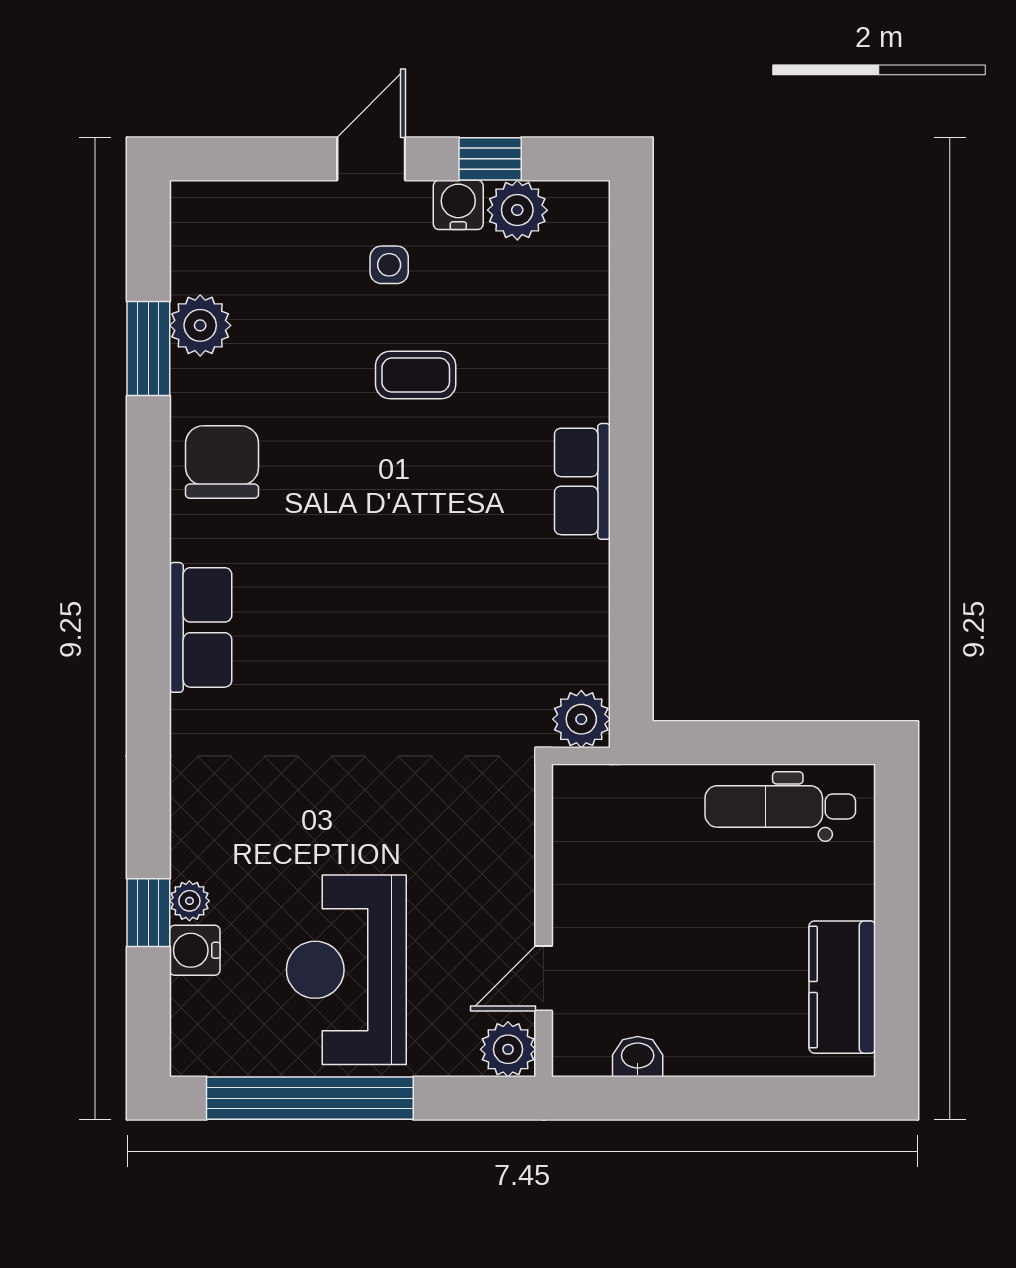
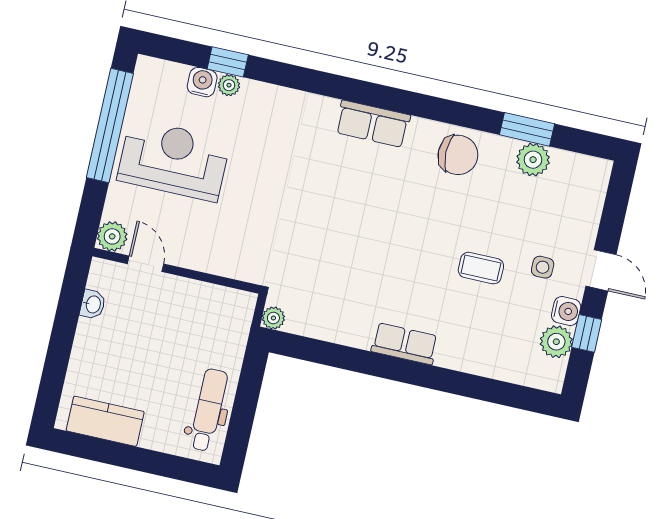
coffee table: (416, 375) -> (481, 268), turned 90
plant: (581, 719) -> (273, 318), width x0.73, depth x0.73

